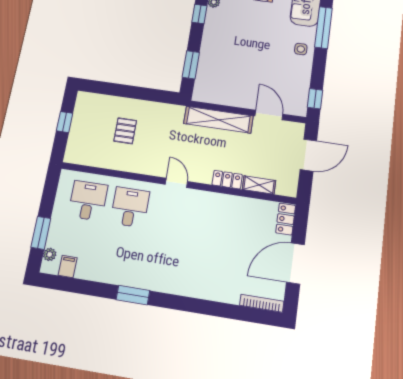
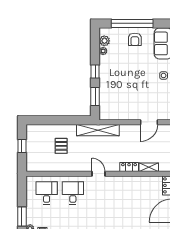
window: (199, 14) -> (95, 71), moved
door: (269, 115) -> (149, 122), swing flipped
shelving: (218, 120) -> (98, 130), moved

